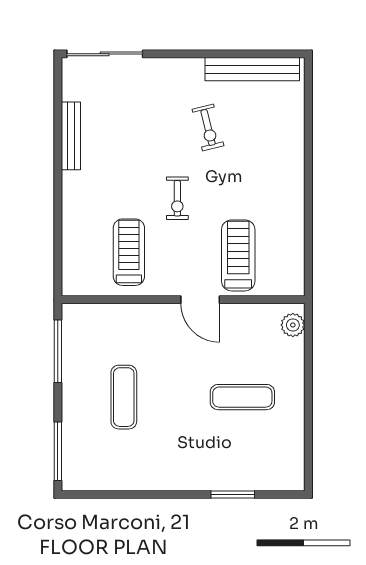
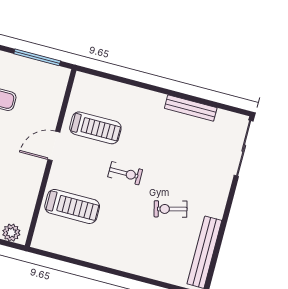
exercise bike: (177, 198) -> (125, 173), turned 180
door: (200, 300) -> (54, 146), moved

